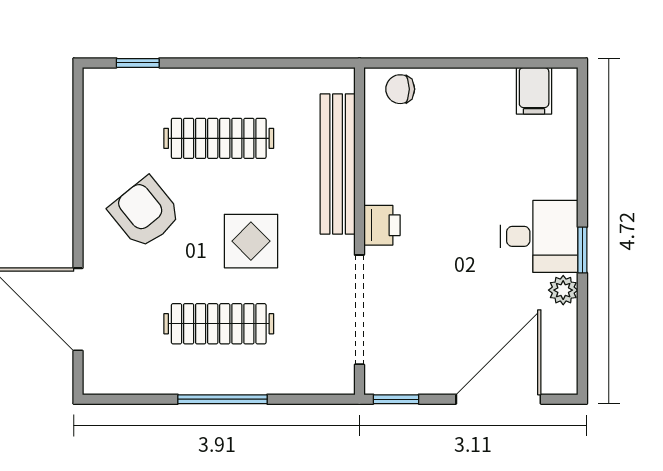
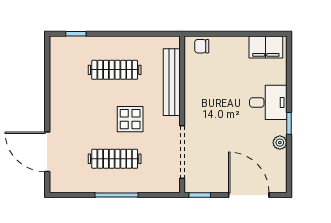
filing cabinet: (534, 91) -> (266, 47), width x2.00
armchair: (145, 213) -> (79, 105), removed
printer: (382, 225) -> (193, 111), removed
desk: (539, 236) -> (268, 102), moved
door: (498, 399) -> (249, 195), hinge flipped

